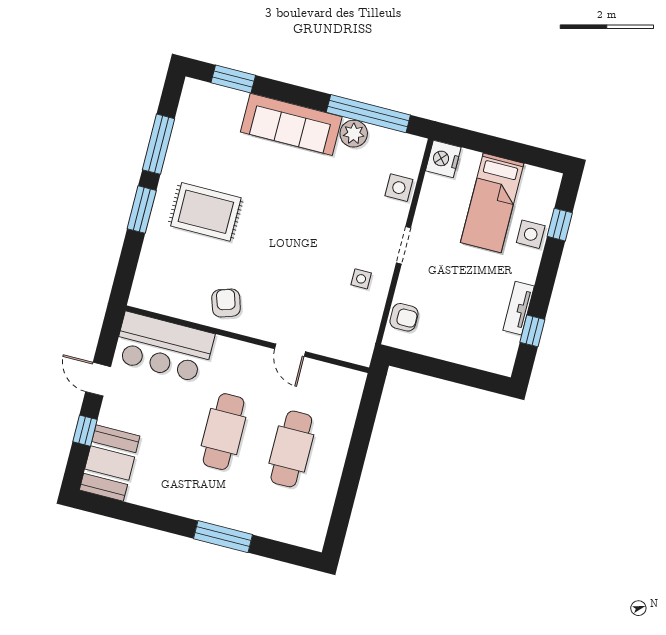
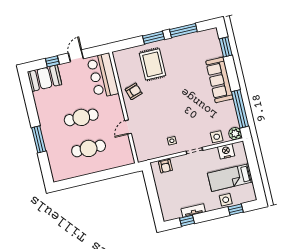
plant: (354, 134) -> (235, 134), moved
nightstand: (443, 159) -> (226, 151), moved
rug: (206, 212) -> (153, 64), moved

